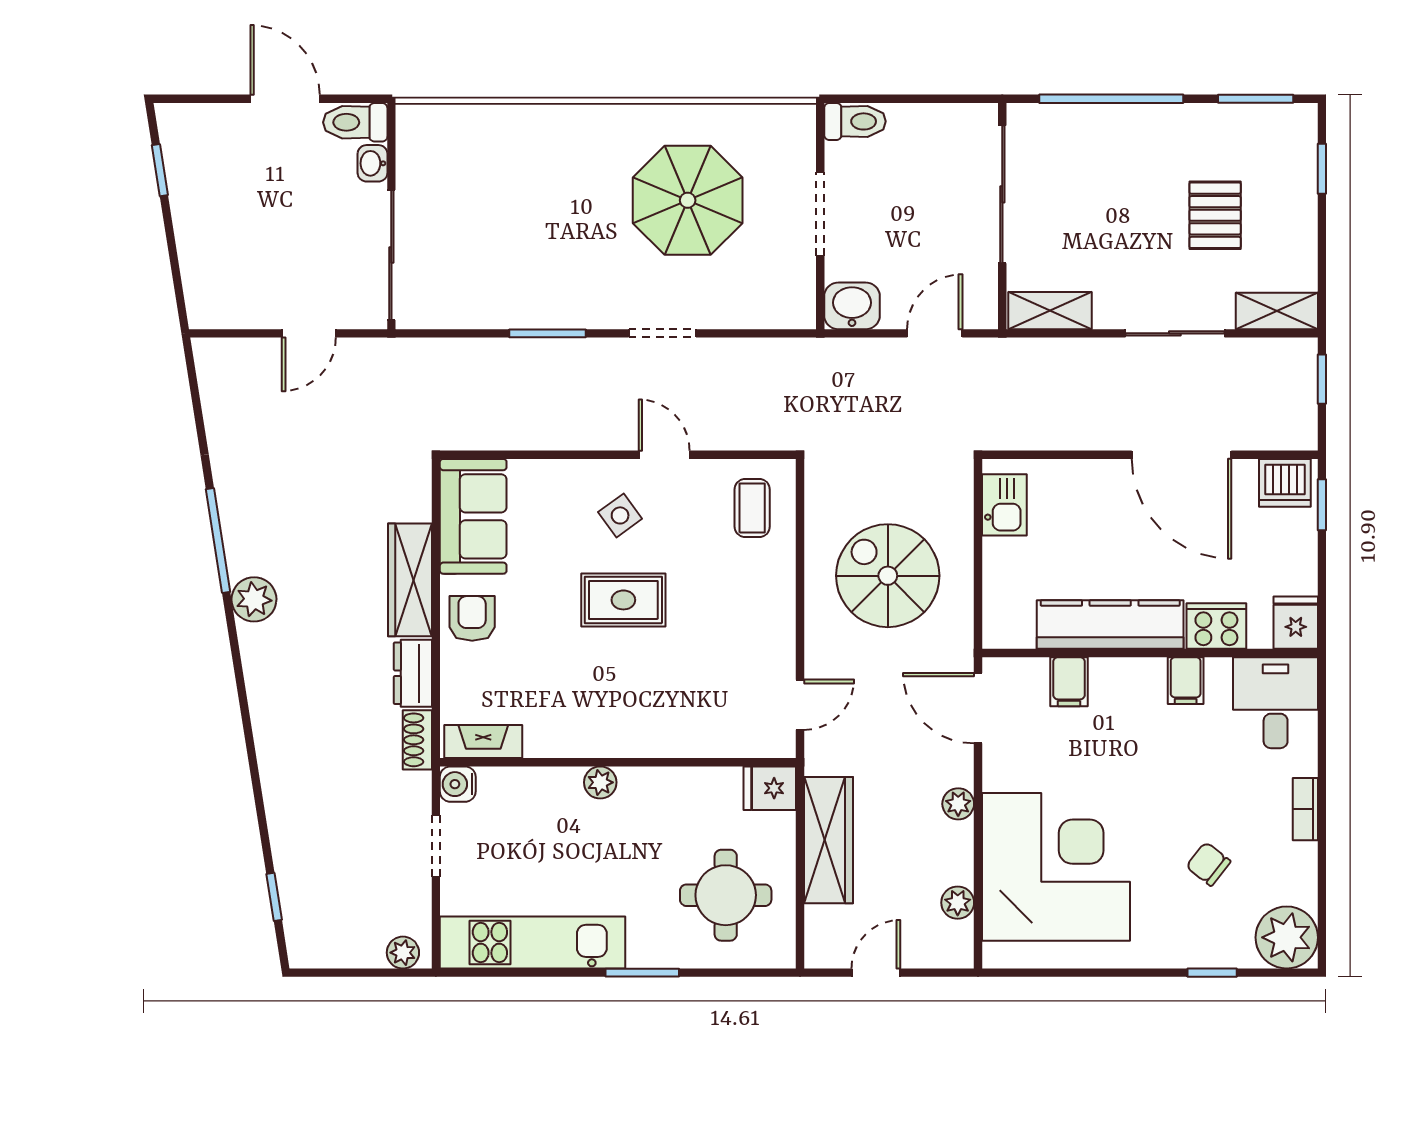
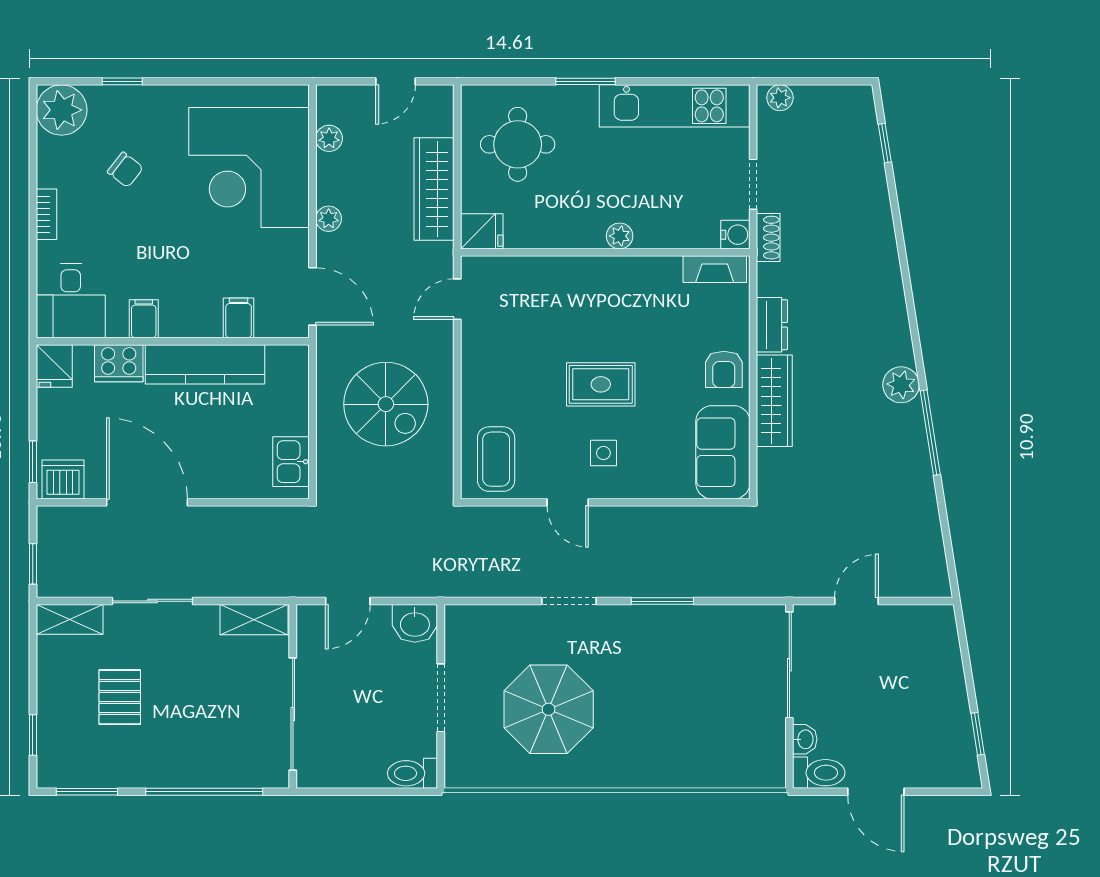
coffee table: (752, 508) -> (496, 459), width x1.36, depth x1.30
side table: (620, 515) -> (603, 453), turned 36
shoe rack: (417, 740) -> (768, 238), moved

